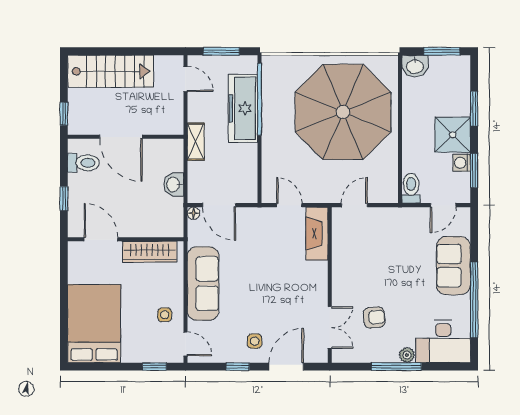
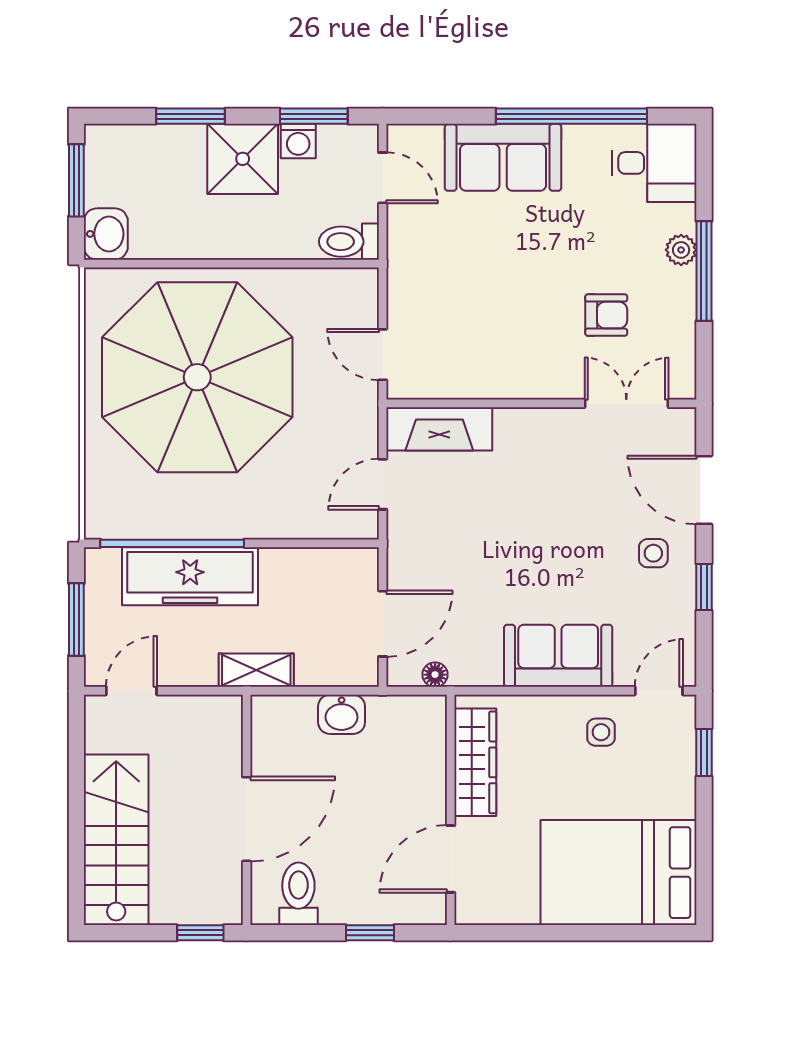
floor lamp: (194, 213) -> (435, 675), moved
sofa: (203, 284) -> (558, 656), width x0.73
armchair: (374, 317) -> (606, 315), turned 96
desk: (443, 341) -> (654, 163), width x0.73

